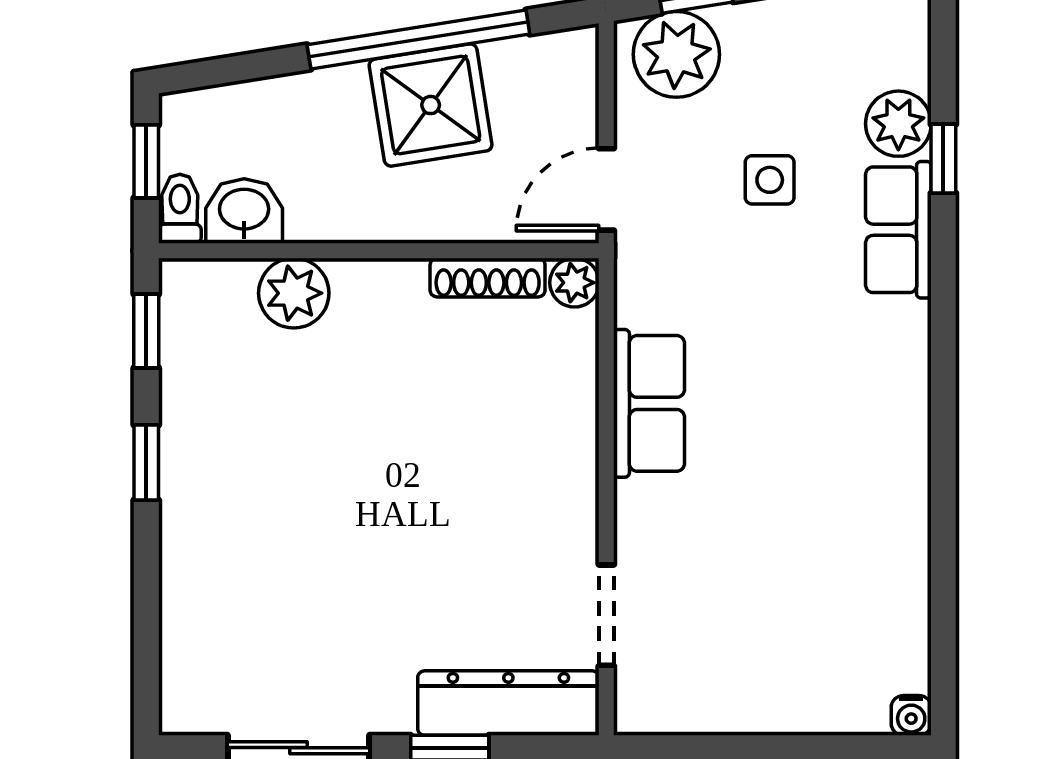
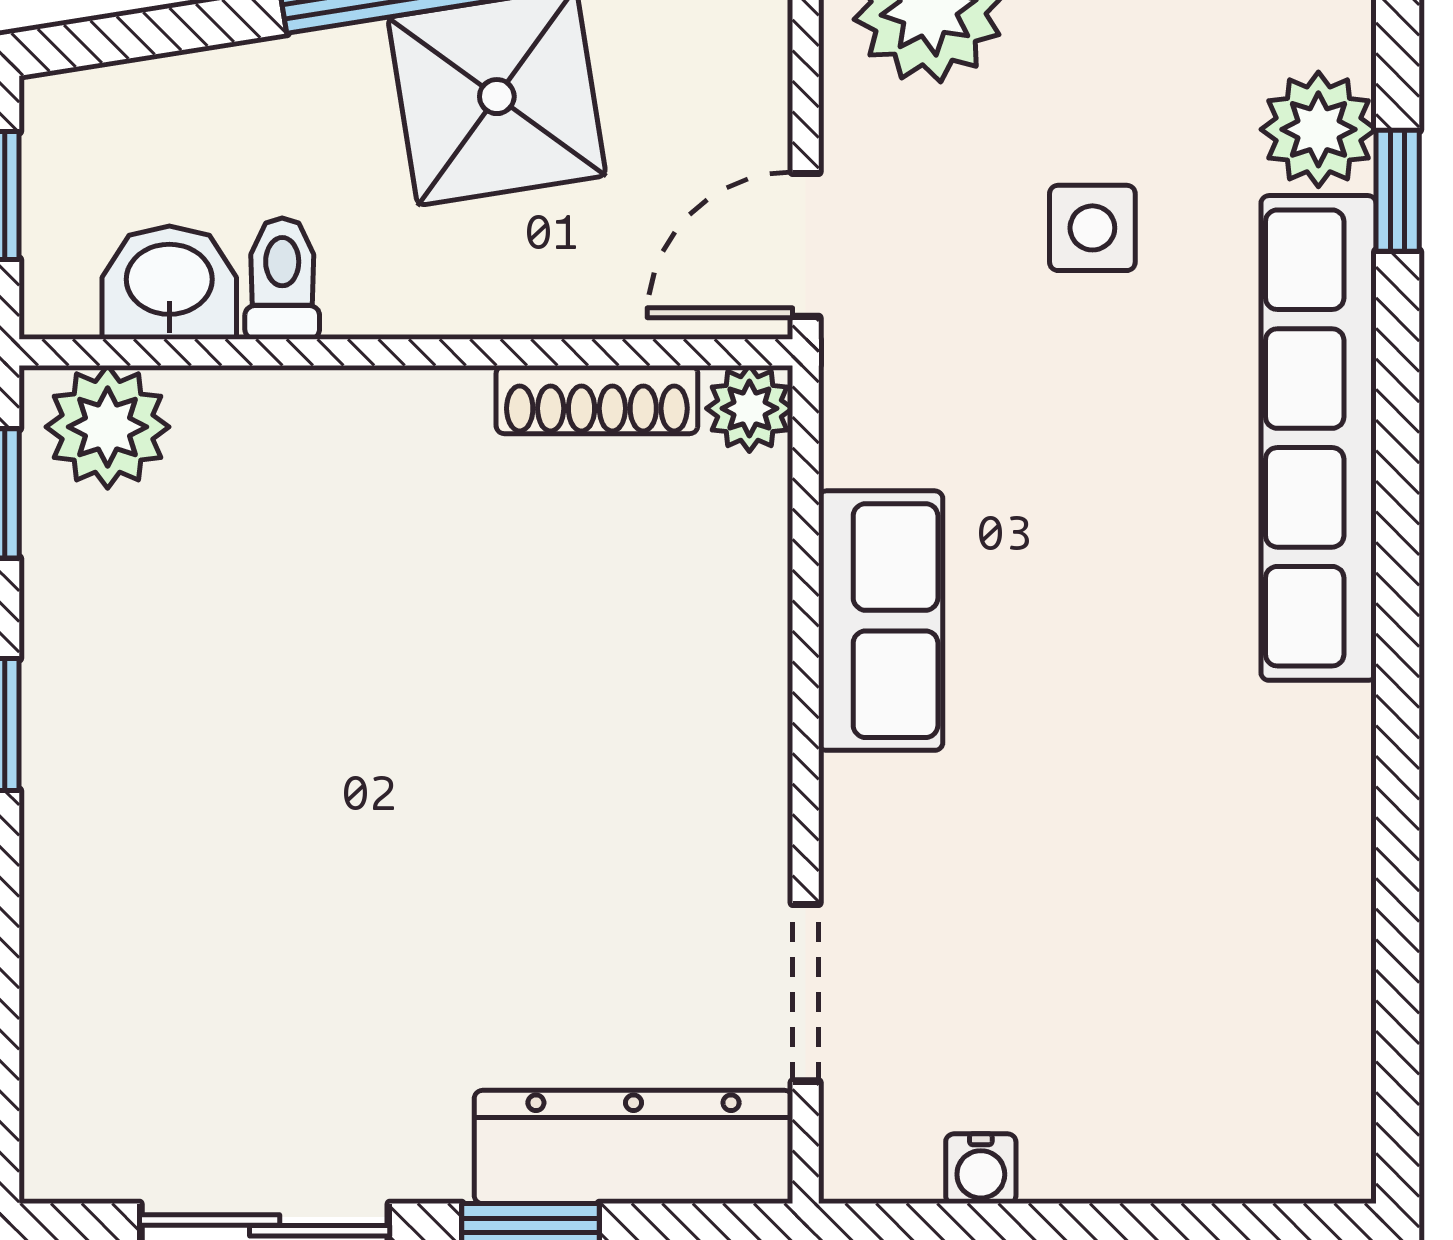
toilet: (180, 209) -> (282, 279), moved
row of seats: (898, 230) -> (1319, 438), width x2.02
plant: (294, 293) -> (108, 427), moved
water cooler: (911, 715) -> (981, 1169), moved

